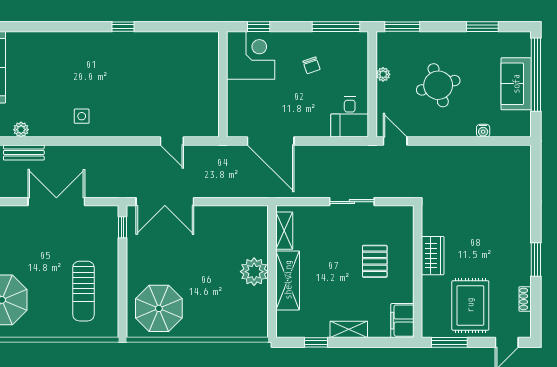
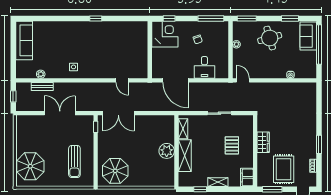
sofa: (516, 84) -> (308, 36), moved
round table: (438, 85) -> (270, 38), moved
desk: (350, 117) -> (204, 67), moved

